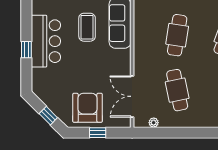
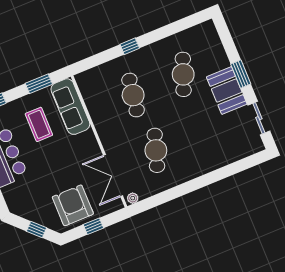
cafe table: (177, 90) -> (156, 150), turned 30
plant: (154, 123) -> (133, 198), moved

